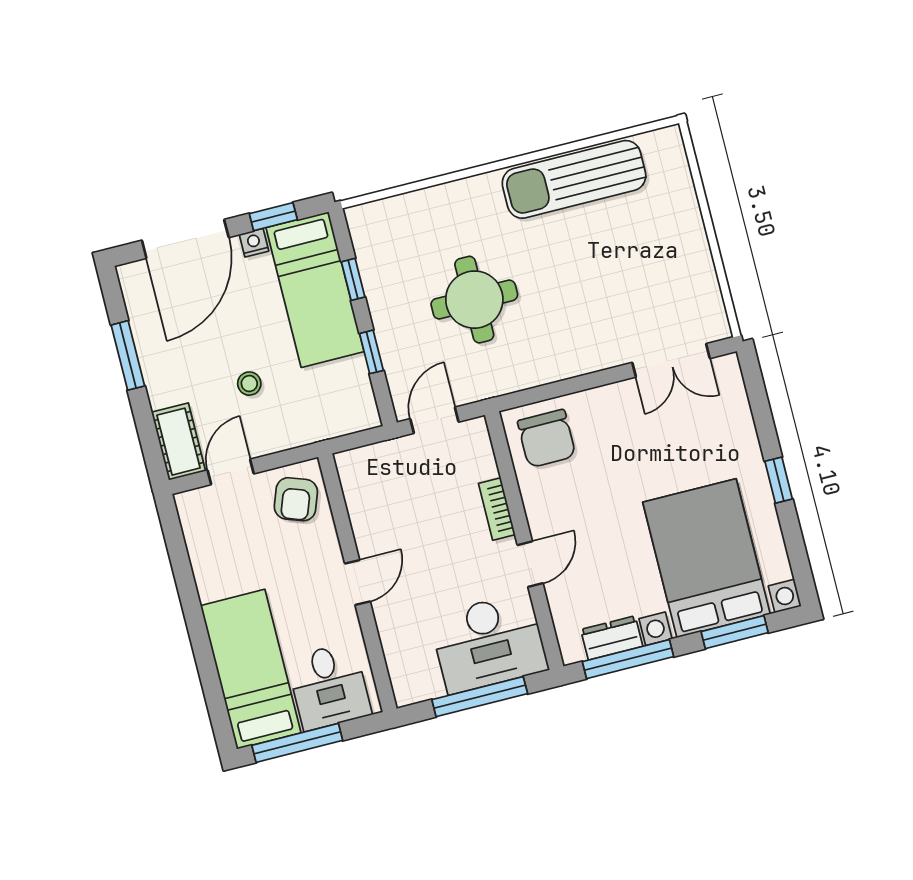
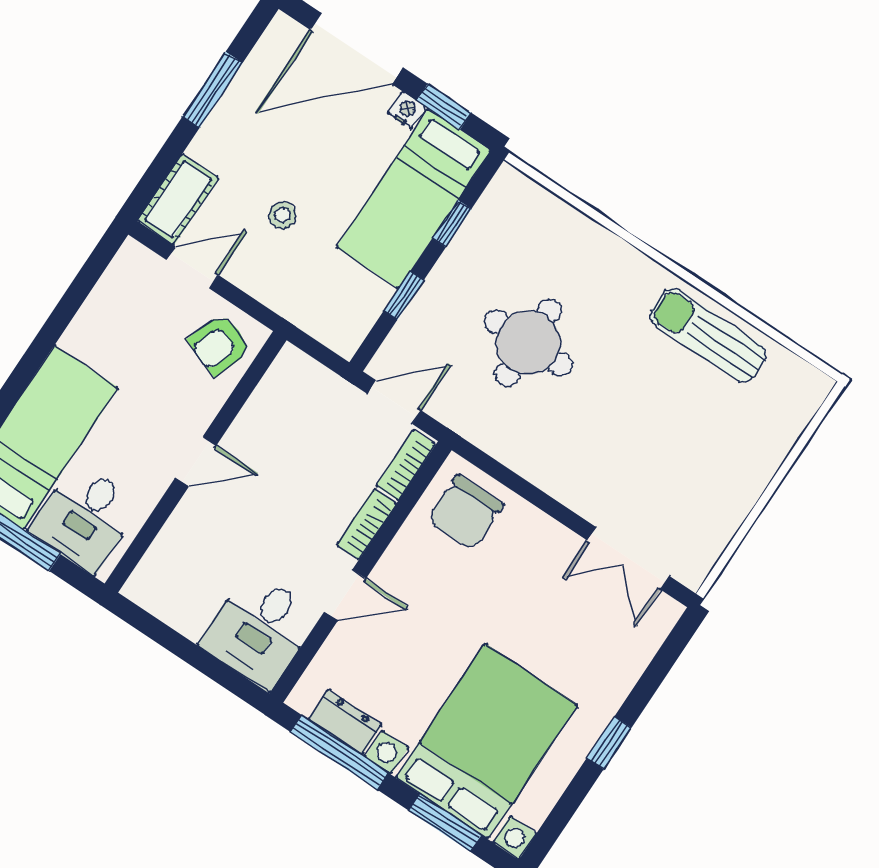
sun lounger: (574, 179) -> (708, 335), width x0.73, depth x0.75
bookcase: (482, 449) -> (406, 465), added
desk: (489, 643) -> (259, 630), width x0.73
window: (480, 697) -> (193, 654), removed

